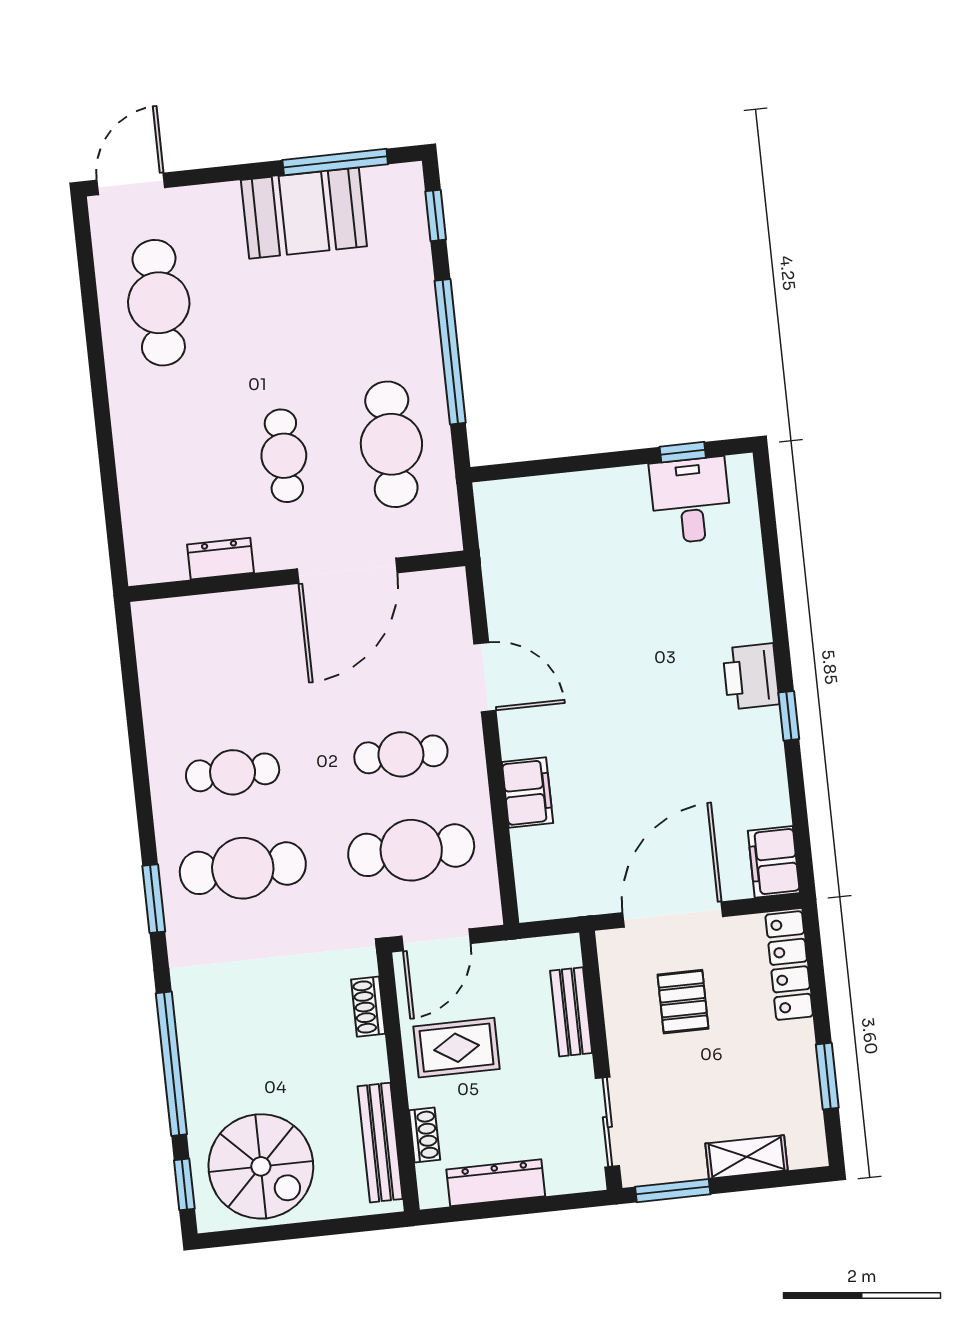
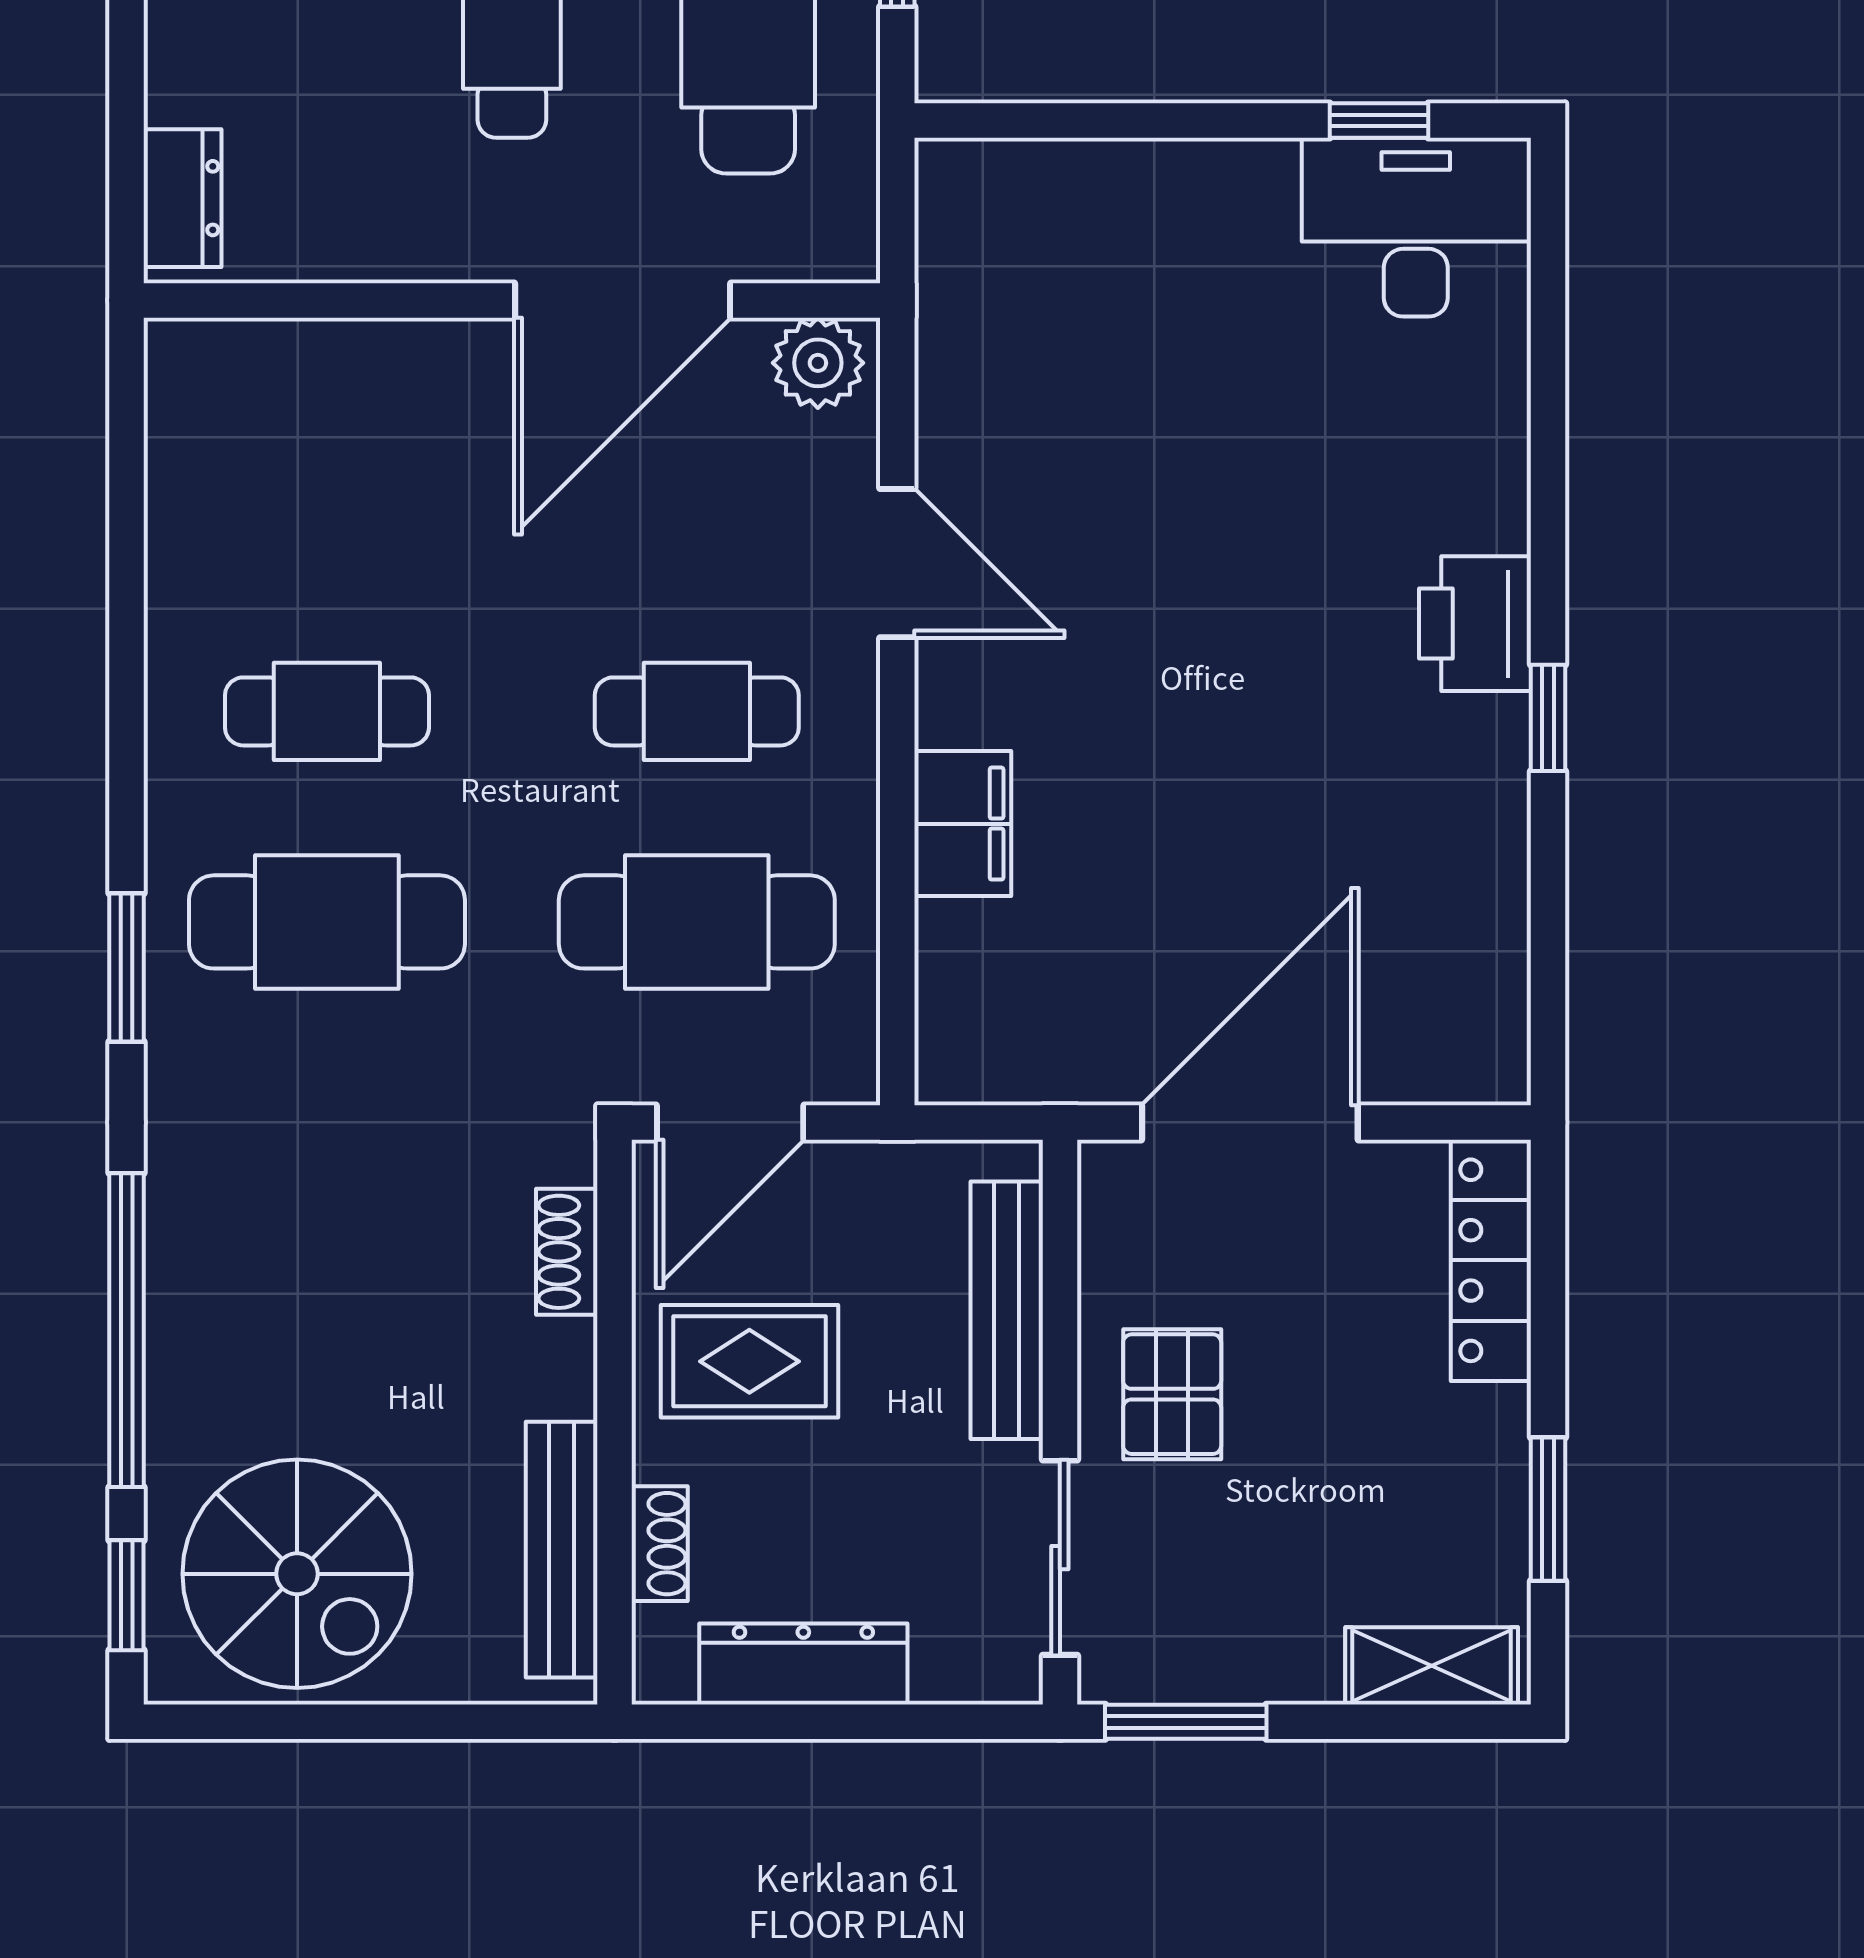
desk: (691, 500) -> (1416, 227), width x1.37
dresser: (220, 559) -> (183, 198), moved, turned 90
plant: (439, 590) -> (818, 363), added
filing cabinet: (774, 862) -> (1482, 1031), removed
pallet: (683, 1002) -> (1172, 1394), moved
bench: (571, 1012) -> (1007, 1310), width x1.36
shelving: (746, 1157) -> (1432, 1666), moved

